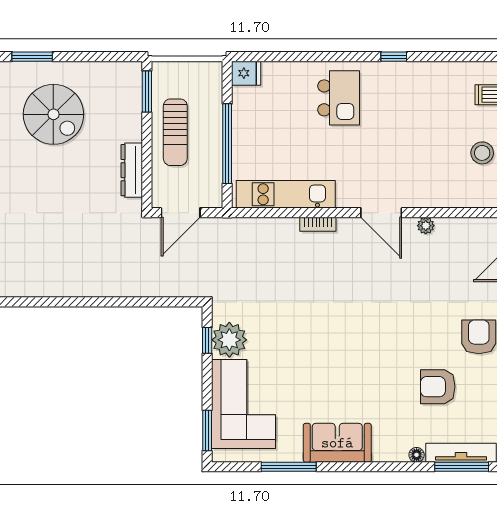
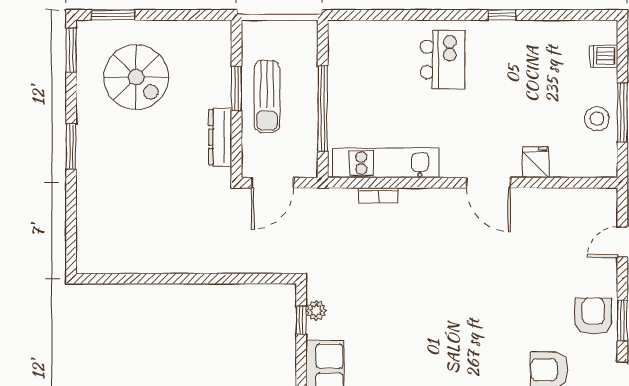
fridge: (246, 73) -> (536, 162), moved, turned -90
window: (147, 92) -> (236, 88), moved
bookcase: (318, 224) -> (378, 195), moved
plant: (426, 226) -> (536, 197), removed
plant: (229, 340) -> (316, 311), width x0.53, depth x0.53

